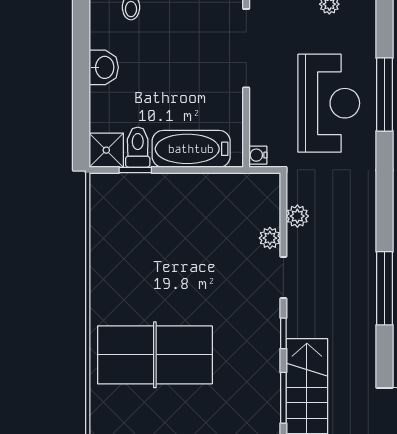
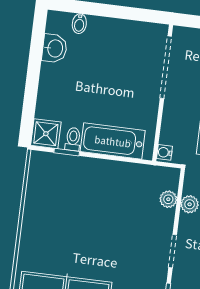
washbasin: (104, 67) -> (55, 48), moved
toilet: (138, 147) -> (73, 139), width x0.73, depth x0.72
plant: (270, 238) -> (168, 199), moved

